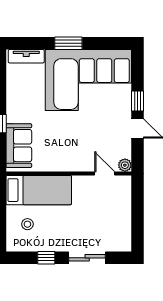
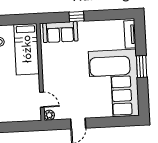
window: (138, 101) -> (99, 122), removed
door: (105, 174) -> (42, 100), hinge flipped

